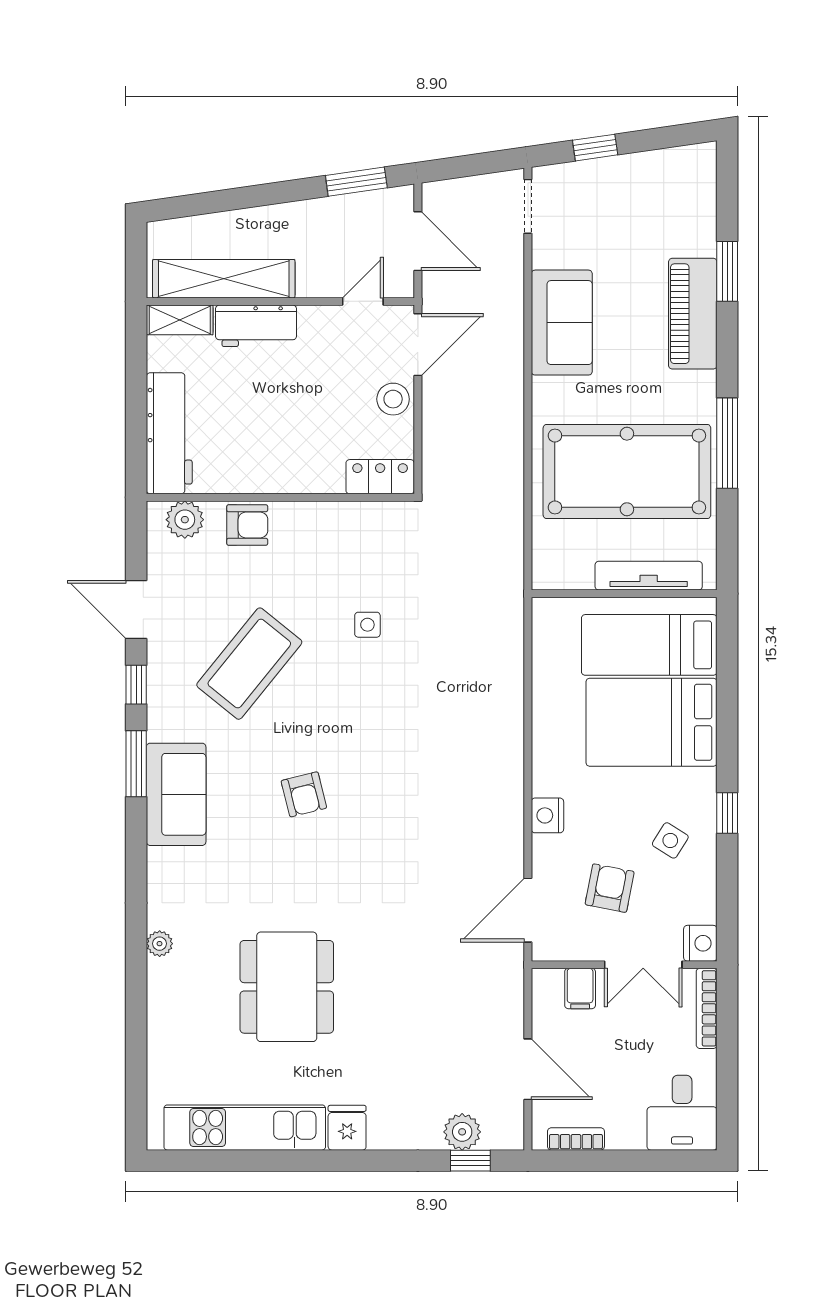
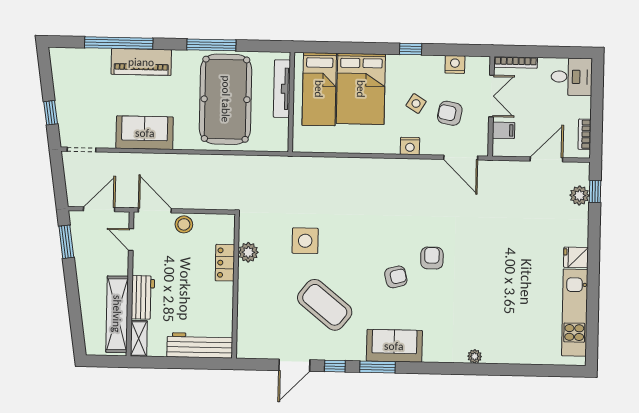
window: (727, 271) -> (119, 43), width x2.11
locker: (380, 477) -> (225, 263), moved
plant: (185, 520) -> (248, 252), moved
armchair: (247, 525) -> (432, 258), moved
side table: (367, 625) -> (305, 241), width x1.87, depth x1.87
side table: (670, 840) -> (416, 104), moved
nightstand: (700, 943) -> (455, 64), moved
dining table: (287, 987) -> (499, 288), removed

